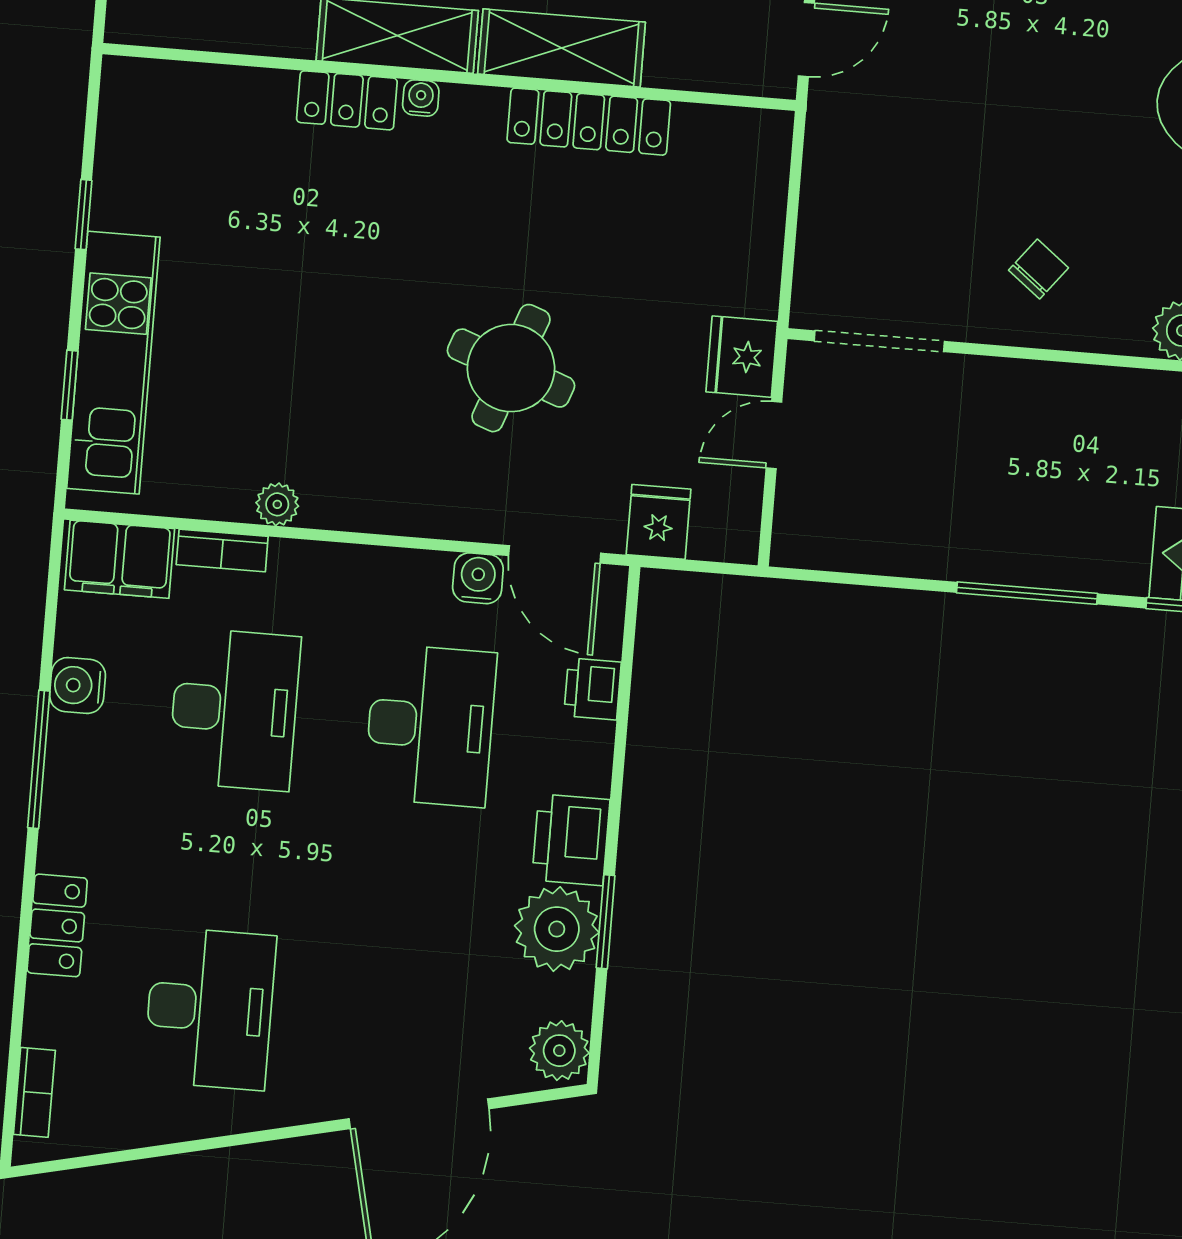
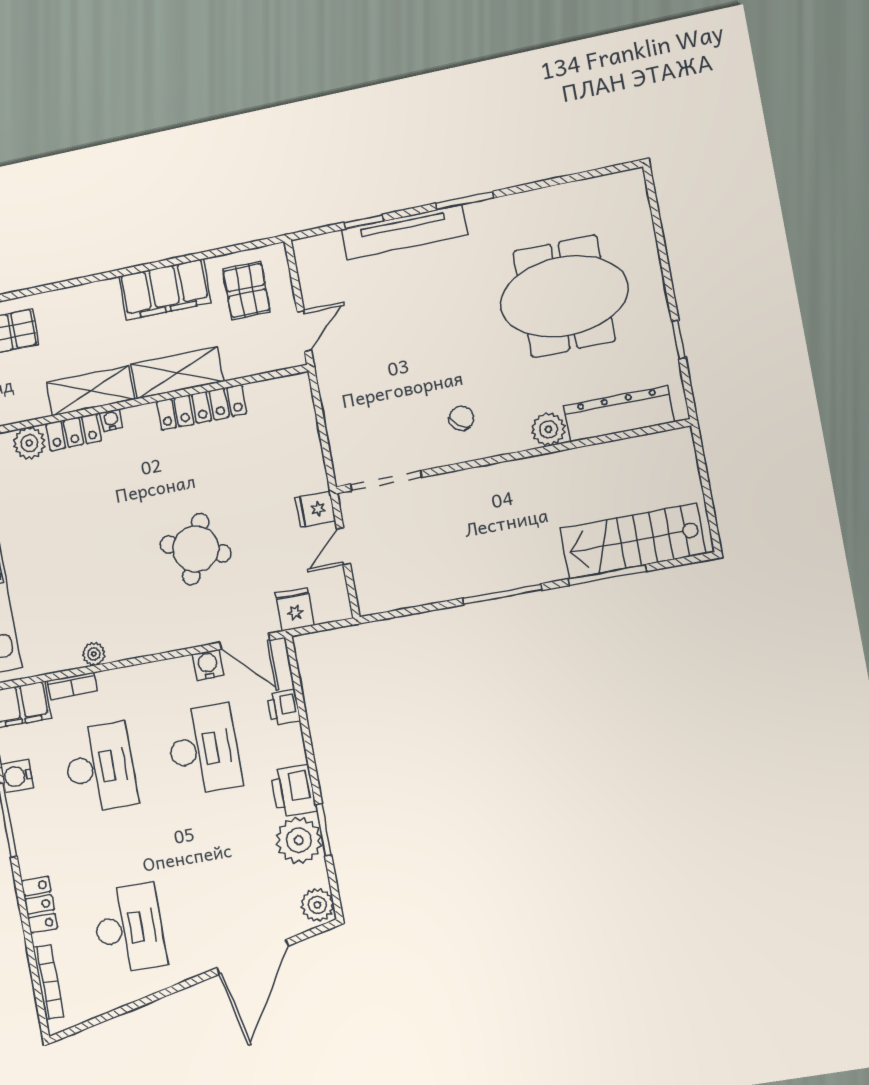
plant: (261, 97) -> (29, 443), added
fridge: (742, 357) -> (315, 509), width x0.72
bookcase: (34, 1092) -> (48, 982), width x1.56

